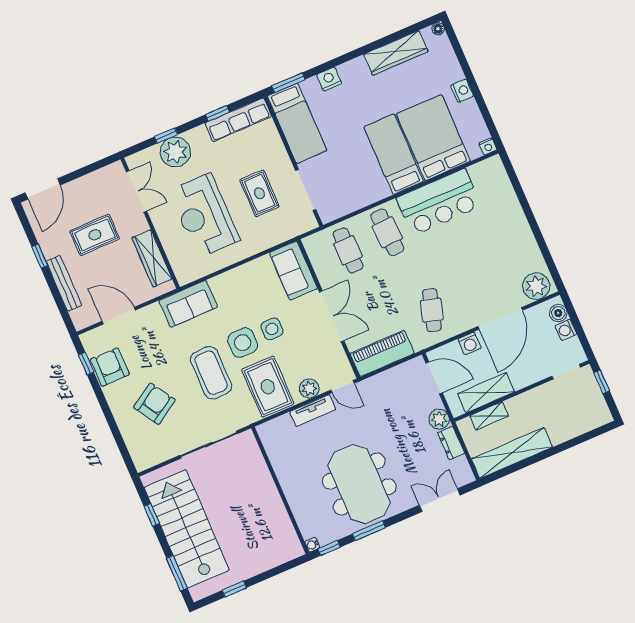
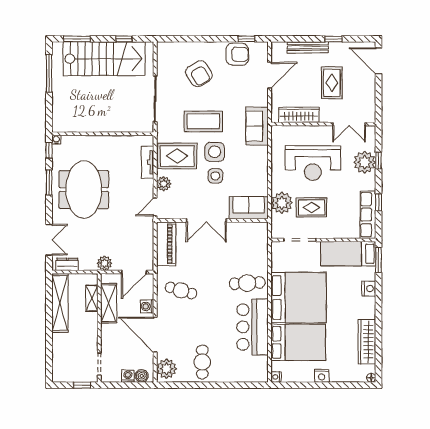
bed: (394, 154) -> (299, 298), width x2.04
reception desk: (204, 215) -> (313, 163), turned 180
plant: (270, 232) -> (282, 203), added
cafe table: (348, 250) -> (202, 362), moved, turned 90
tv unit: (313, 411) -> (148, 162), moved
dresser: (451, 443) -> (67, 264), moved
meeting table: (359, 484) -> (84, 190), turned 90
window: (234, 589) -> (49, 73), width x2.17

